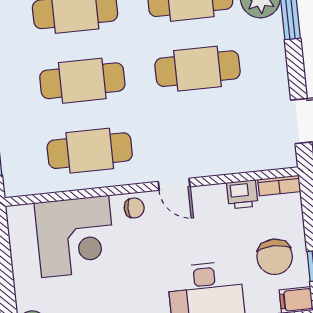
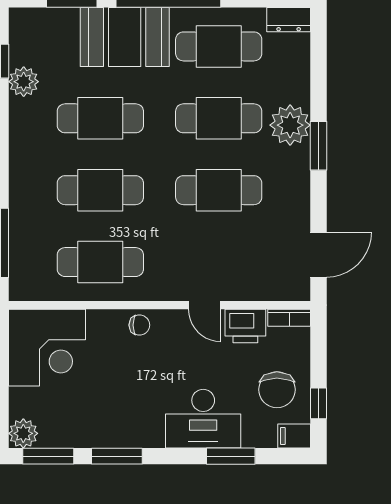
door: (174, 184) -> (205, 305), moved
printer: (242, 194) -> (245, 326), width x1.36, depth x1.24
corner desk: (75, 236) -> (47, 348), moved

